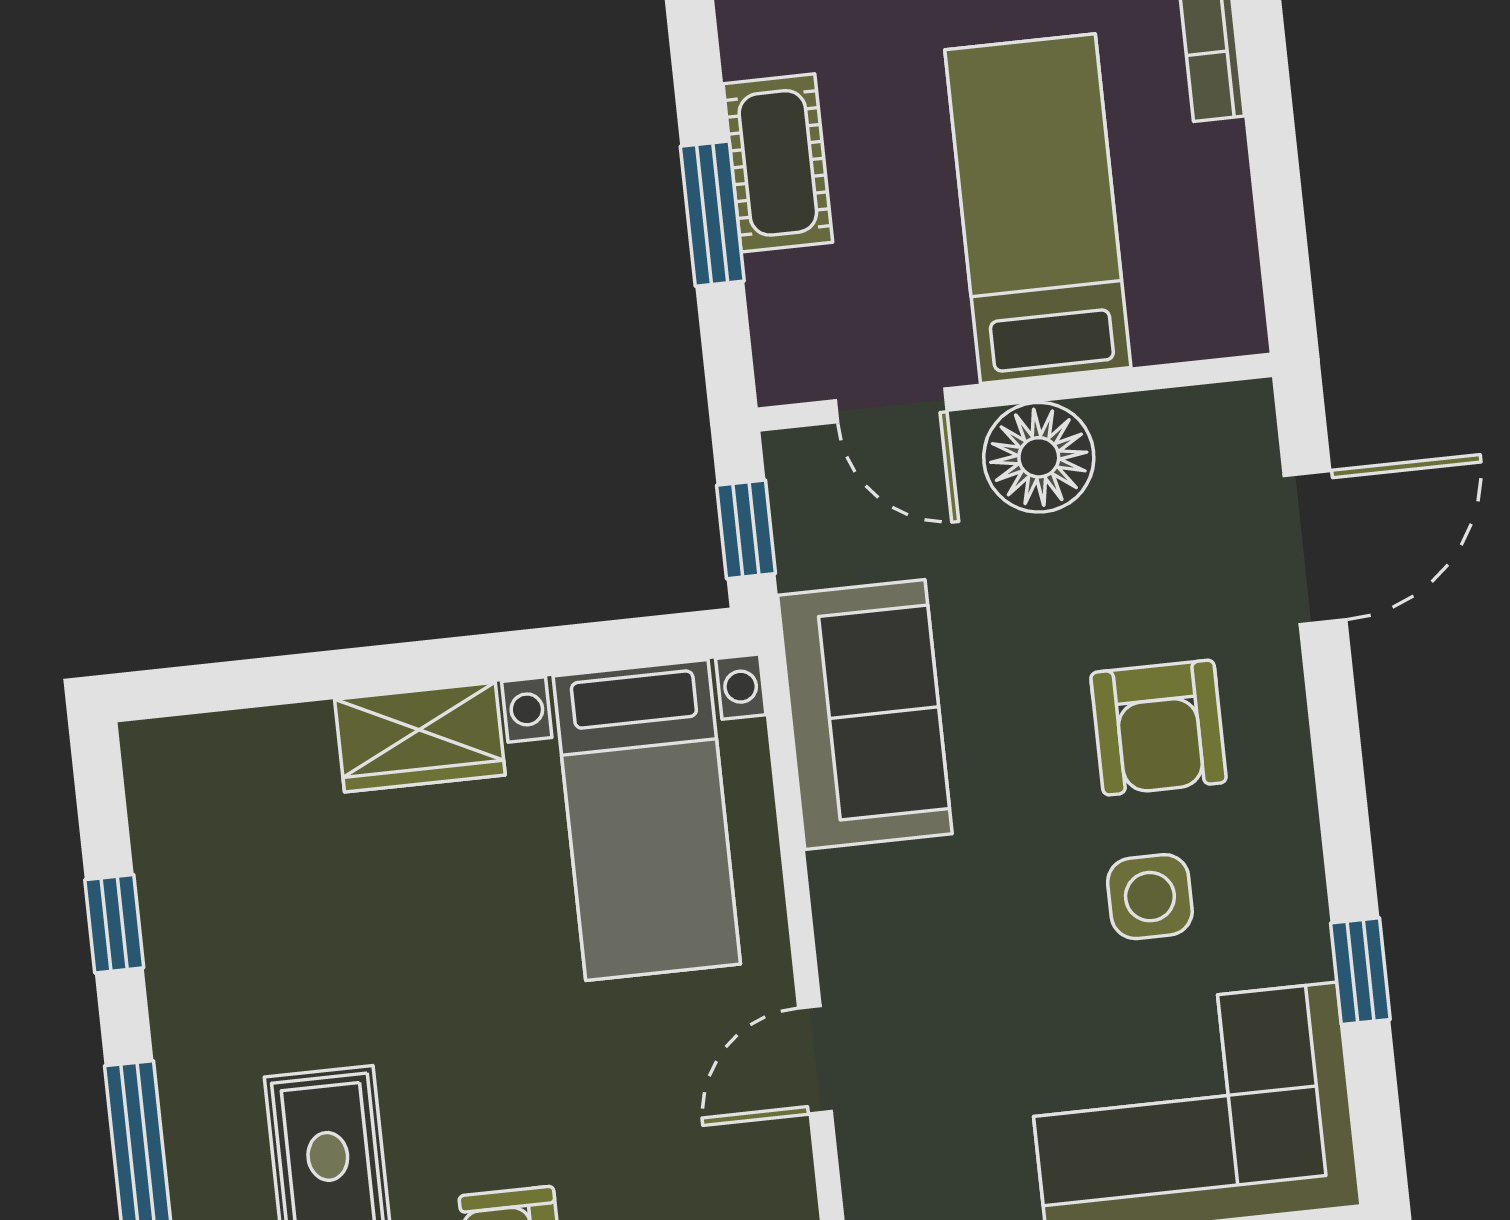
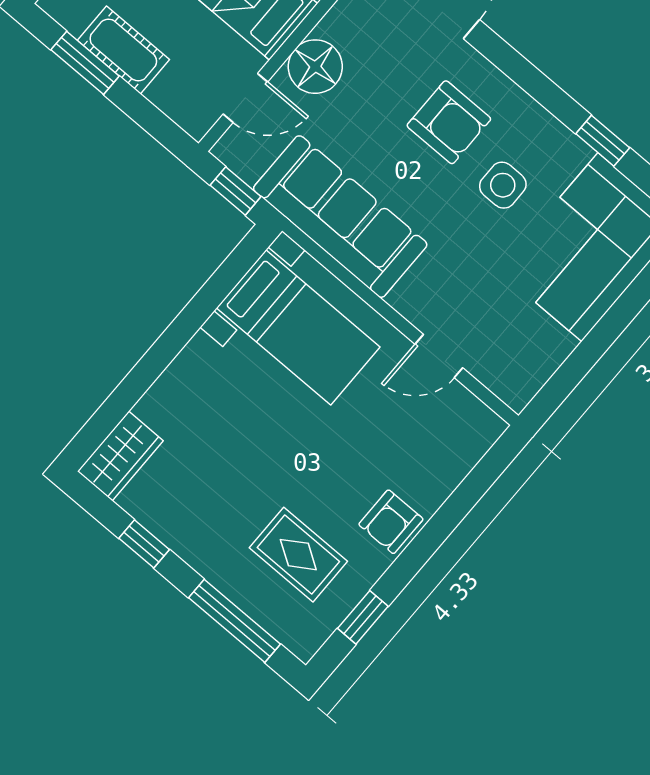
window: (712, 214) -> (85, 63), moved
sofa: (865, 715) -> (340, 217), width x1.36
wardrobe: (420, 737) -> (120, 456), moved
door: (815, 1060) -> (439, 356), hinge flipped

